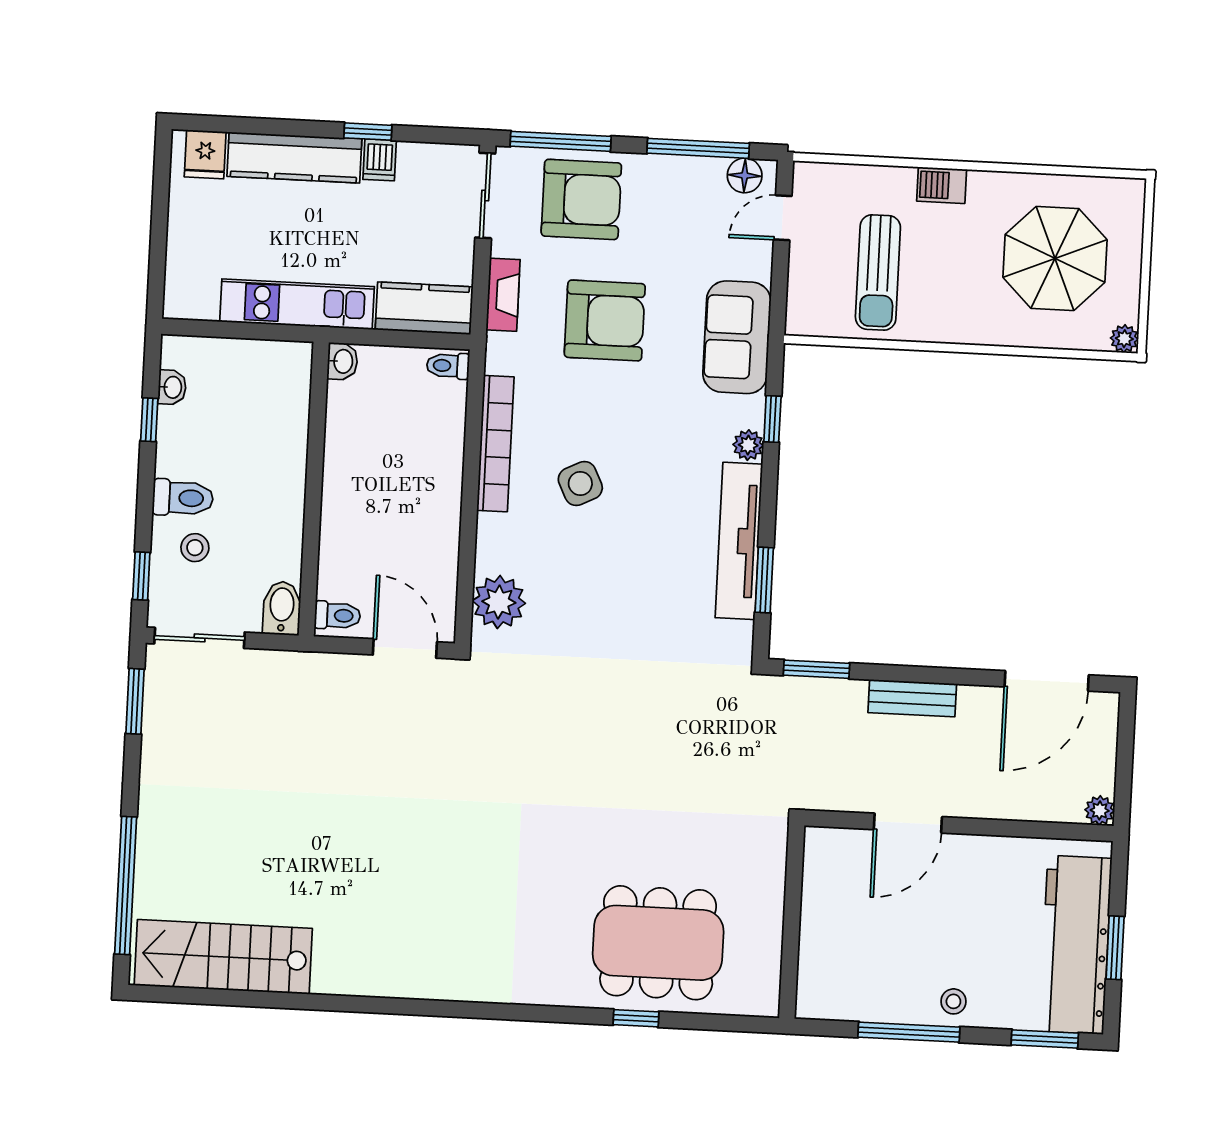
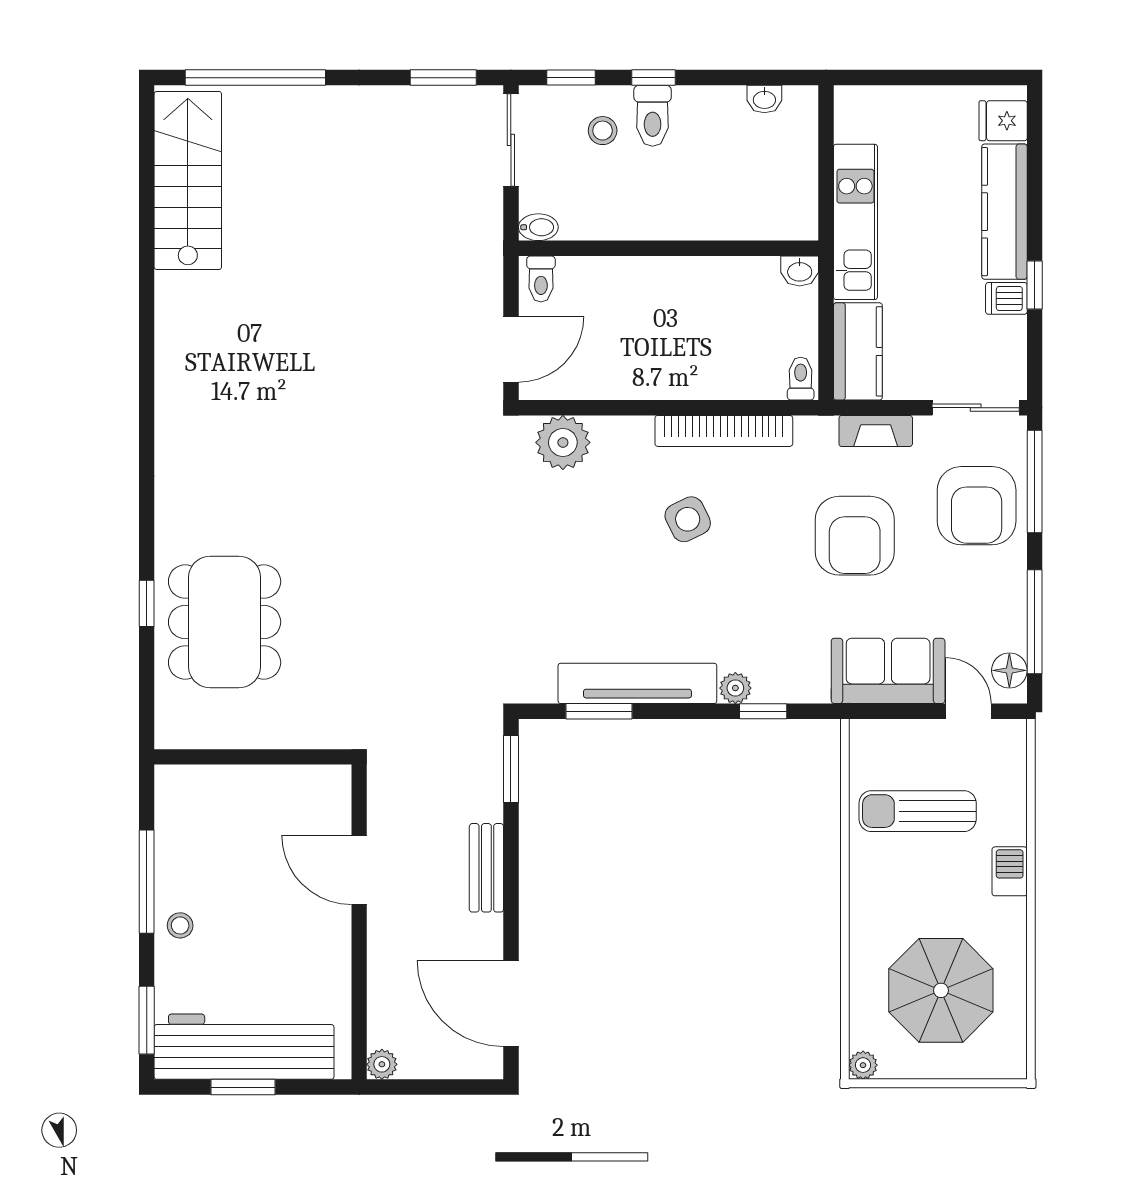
sofa: (737, 337) -> (888, 671), moved
window: (149, 420) -> (653, 78), moved
bidet: (282, 608) -> (538, 227), width x0.72, depth x0.74

